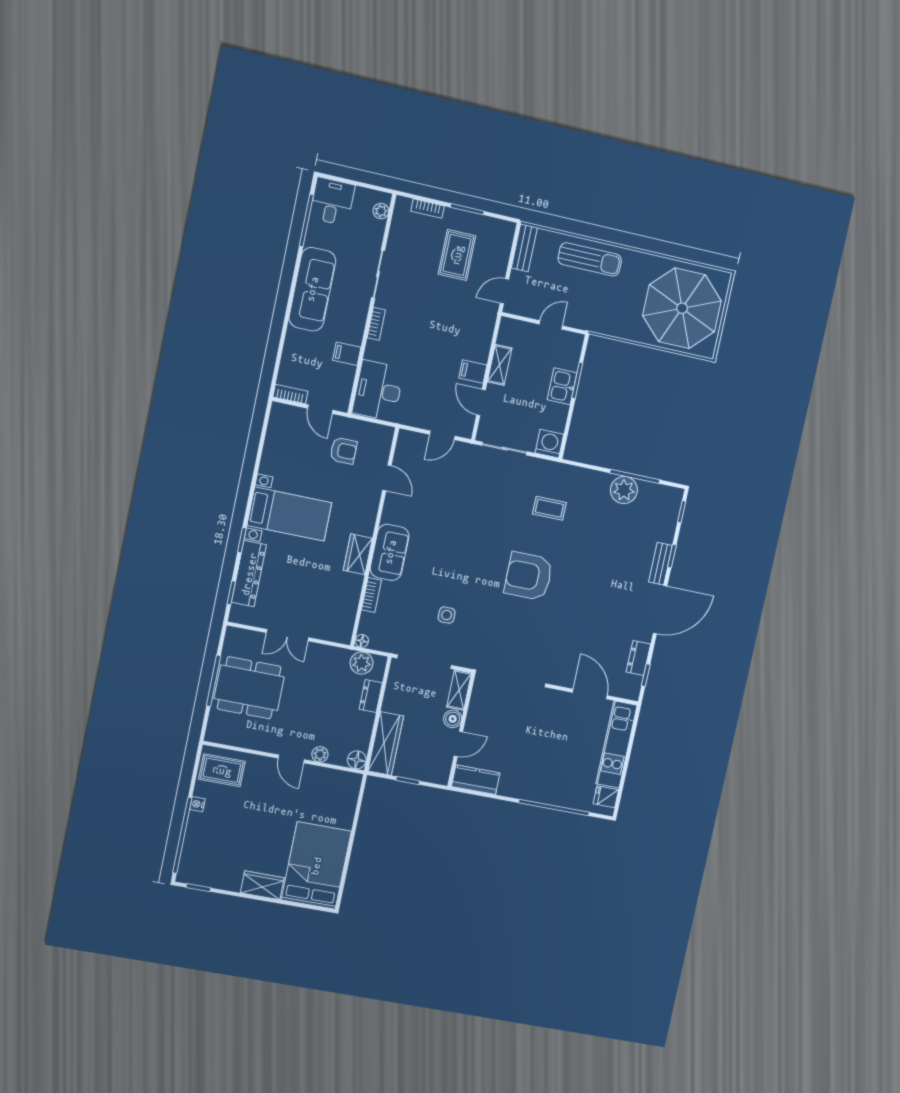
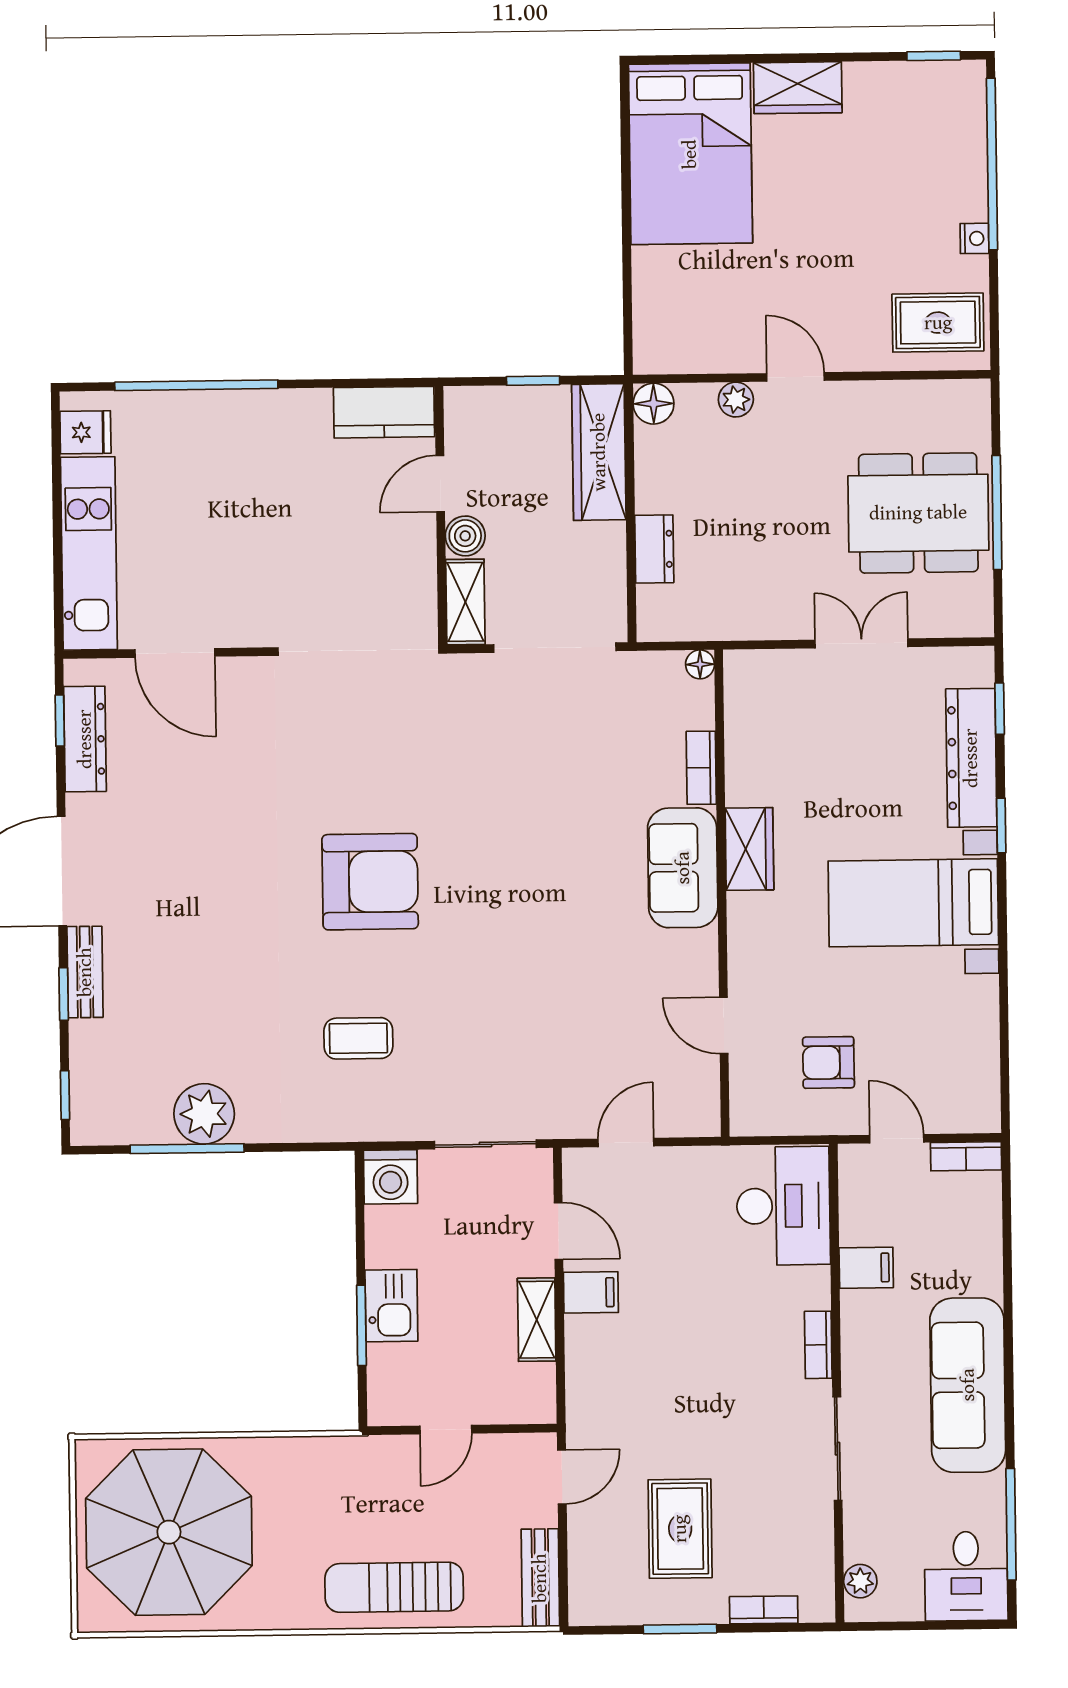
side table: (447, 615) -> (529, 759), removed
dresser: (638, 658) -> (85, 739), width x1.44
plant: (362, 663) -> (690, 616), removed

